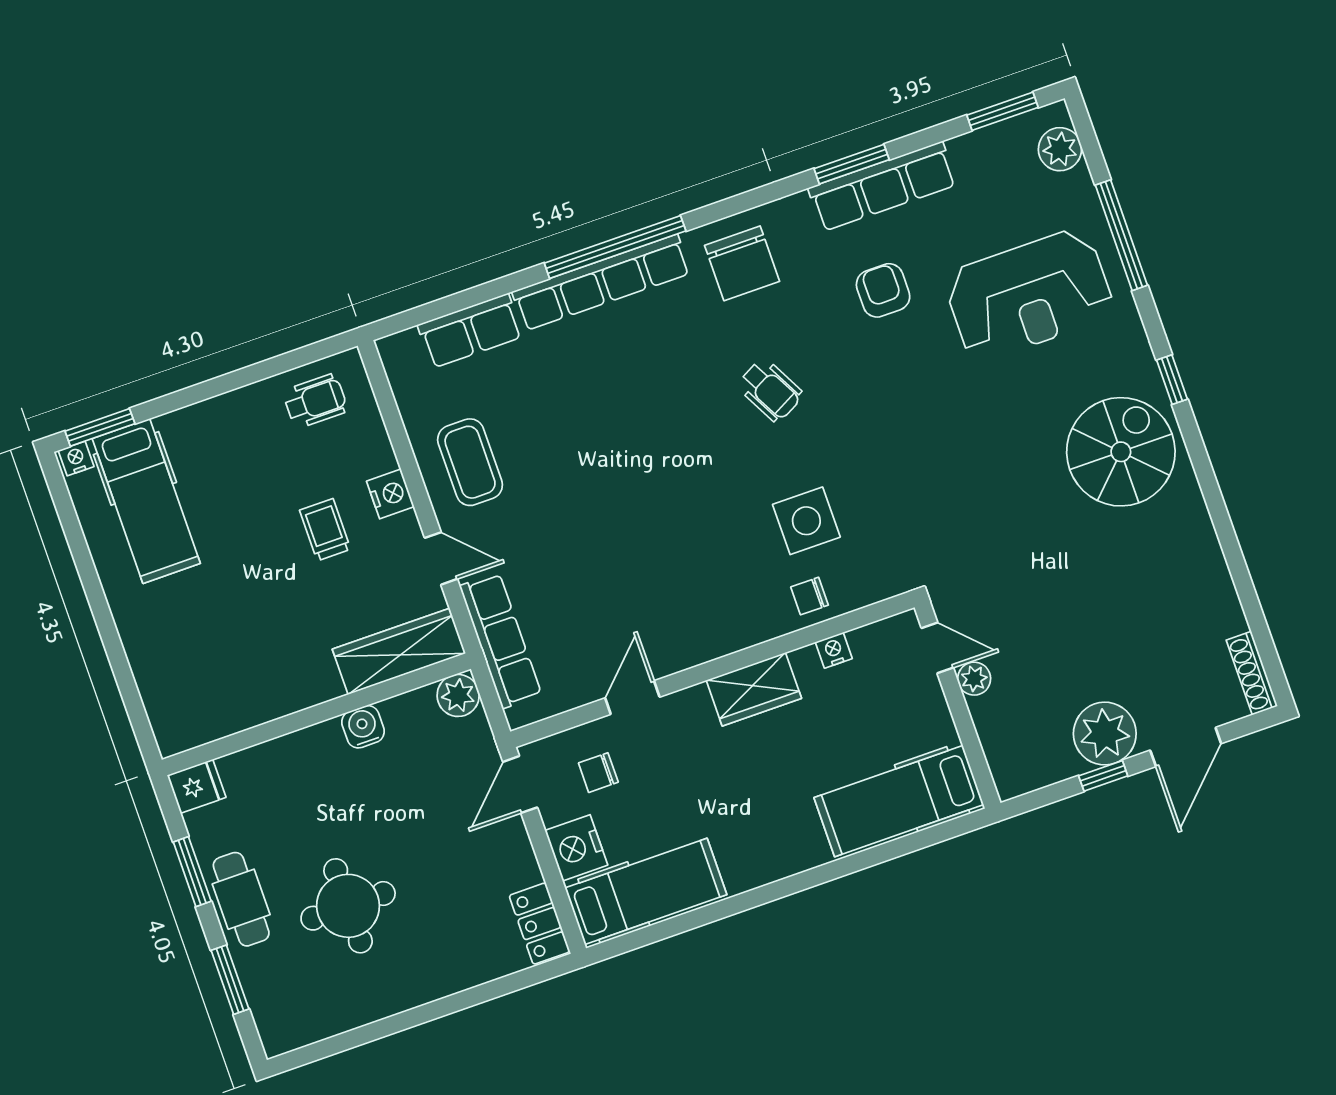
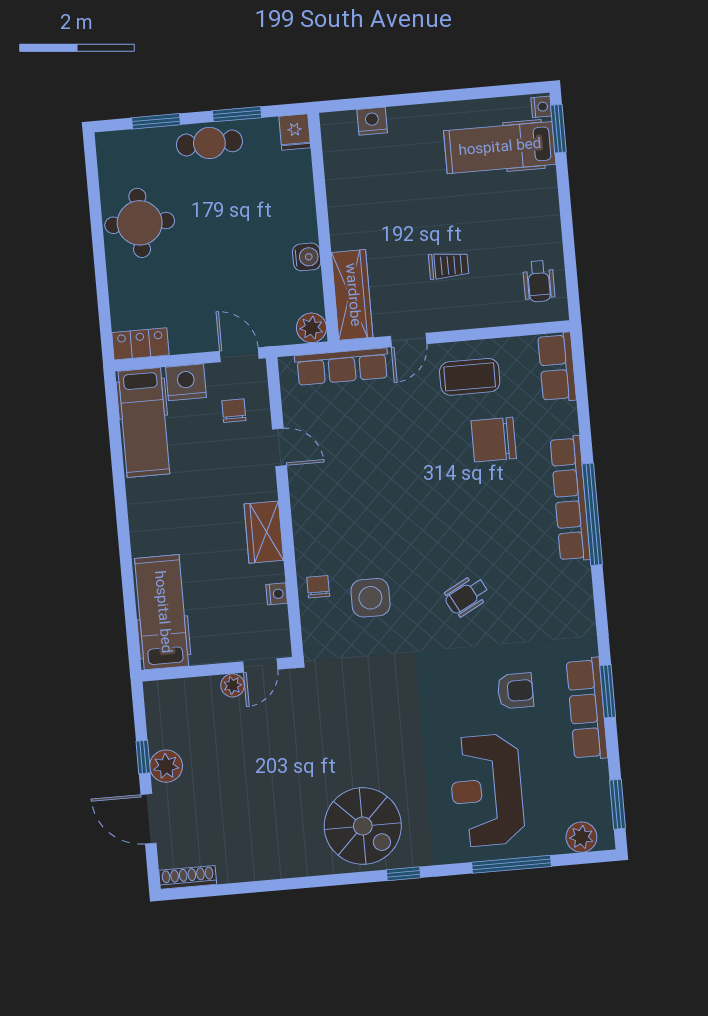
chair: (742, 263) -> (494, 440), moved
row of seats: (470, 331) -> (557, 367), moved
nightstand: (390, 494) -> (372, 121), moved, turned 180
plant: (1105, 734) -> (166, 766), width x0.73, depth x0.73
round table: (348, 906) -> (140, 223), moved

